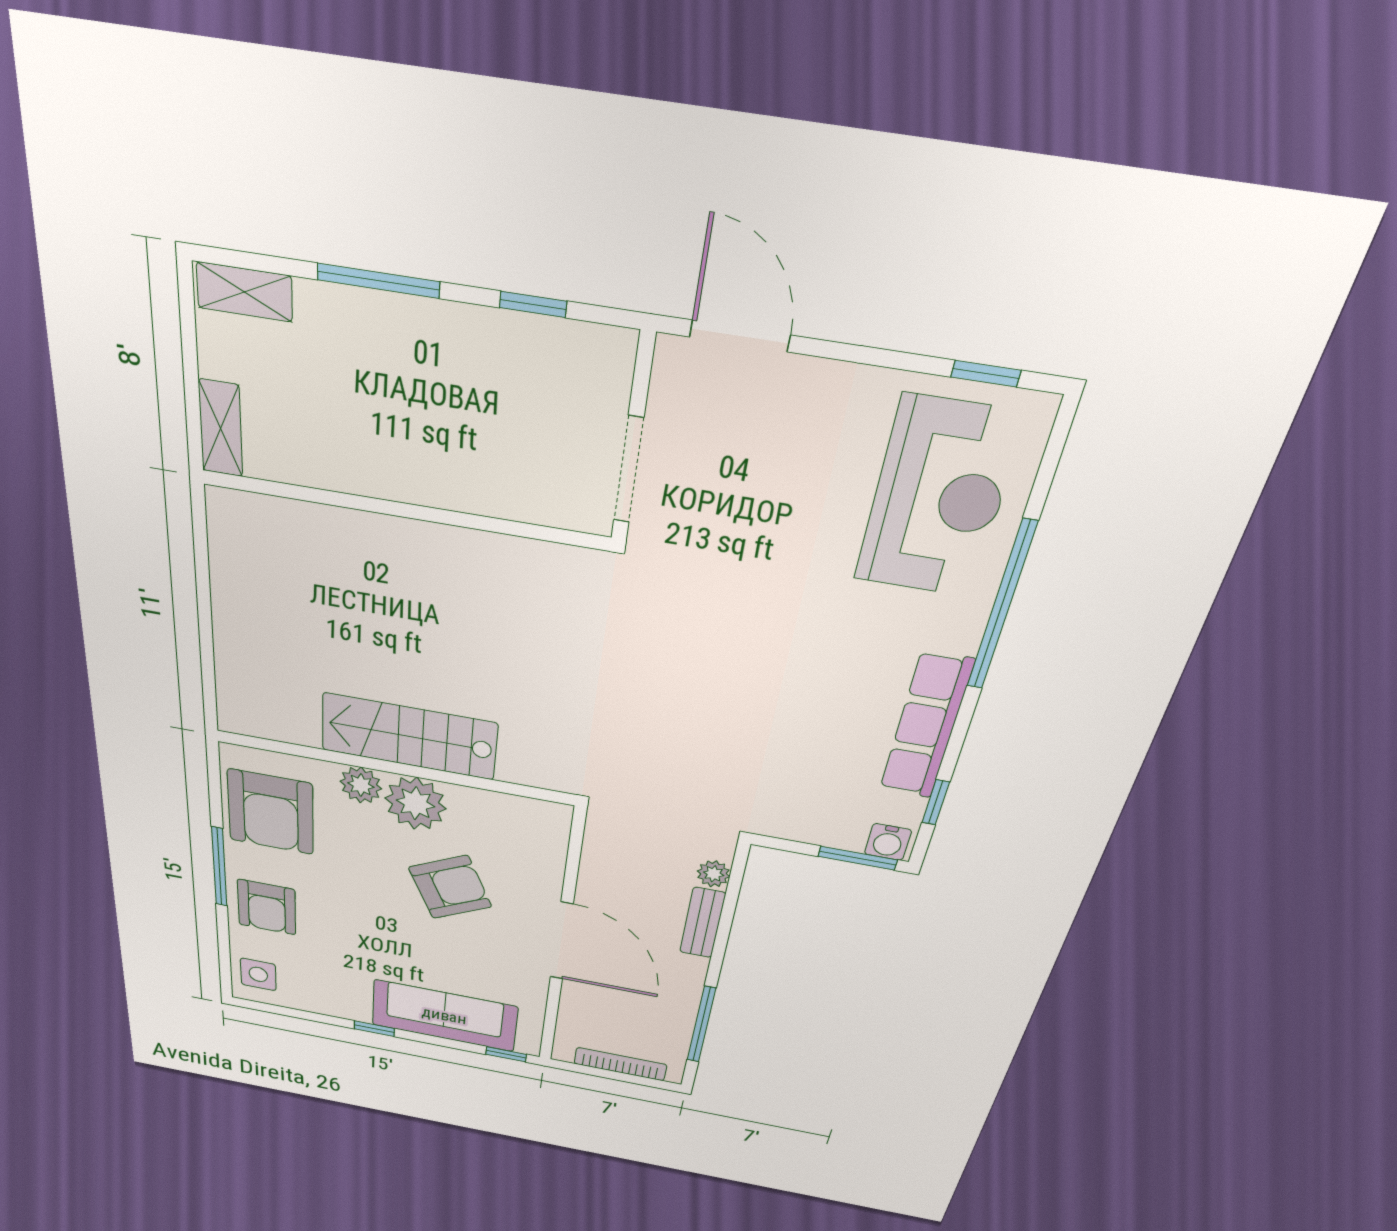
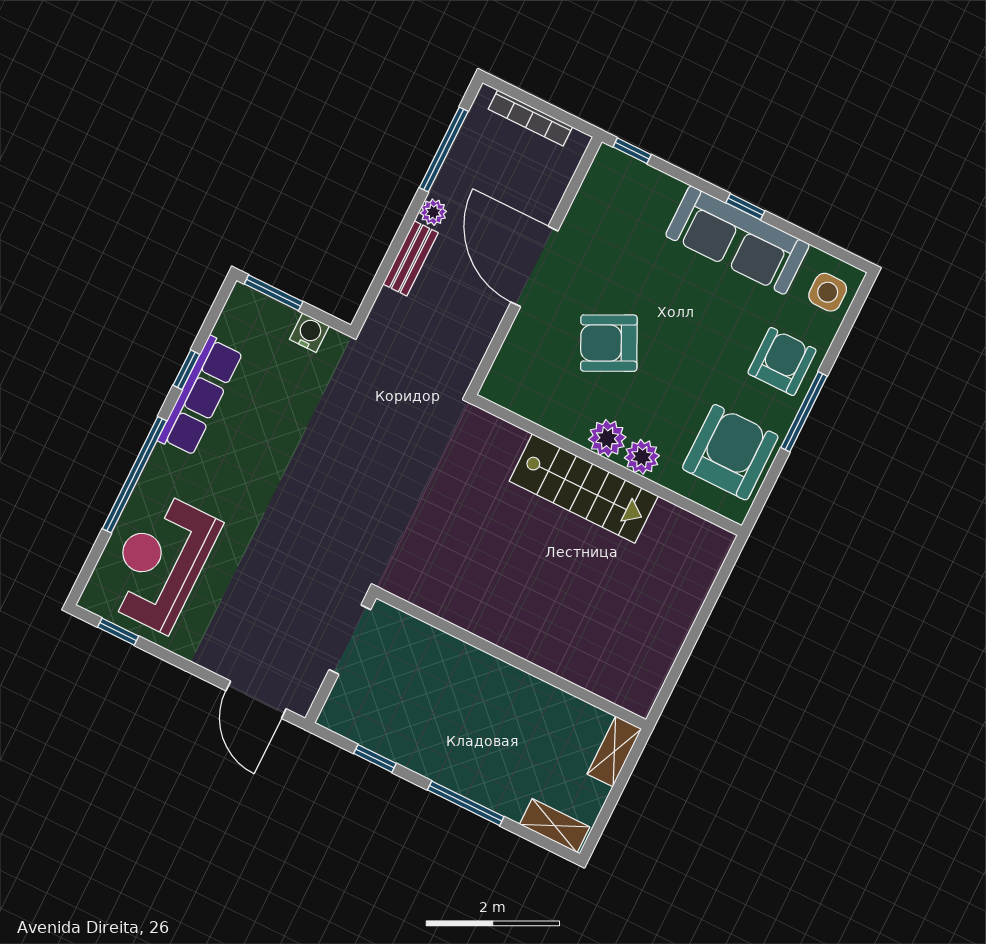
window: (936, 802) -> (186, 370), moved
plant: (415, 803) -> (607, 438), width x0.73, depth x0.73
water cooler: (888, 842) -> (309, 333), moved
plant: (714, 874) -> (433, 212), moved
sofa: (444, 1016) -> (737, 240), moved

